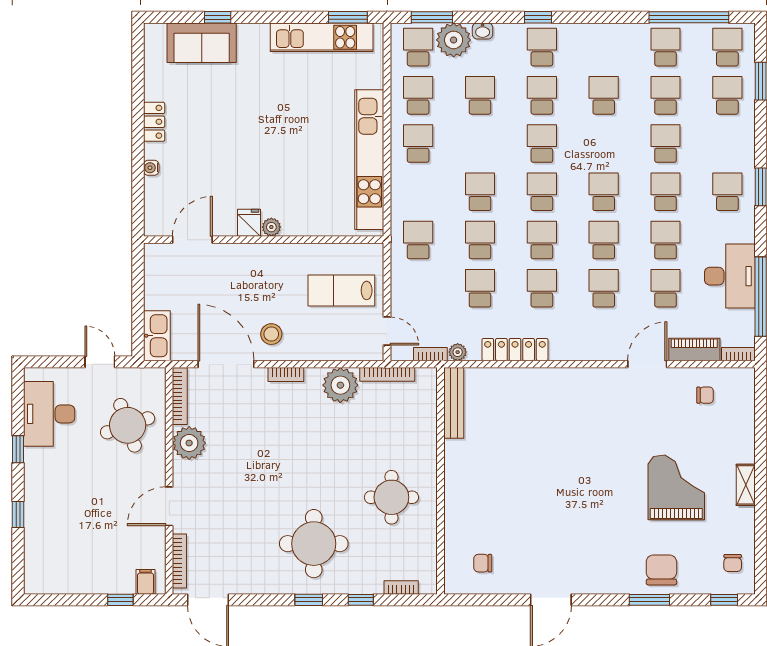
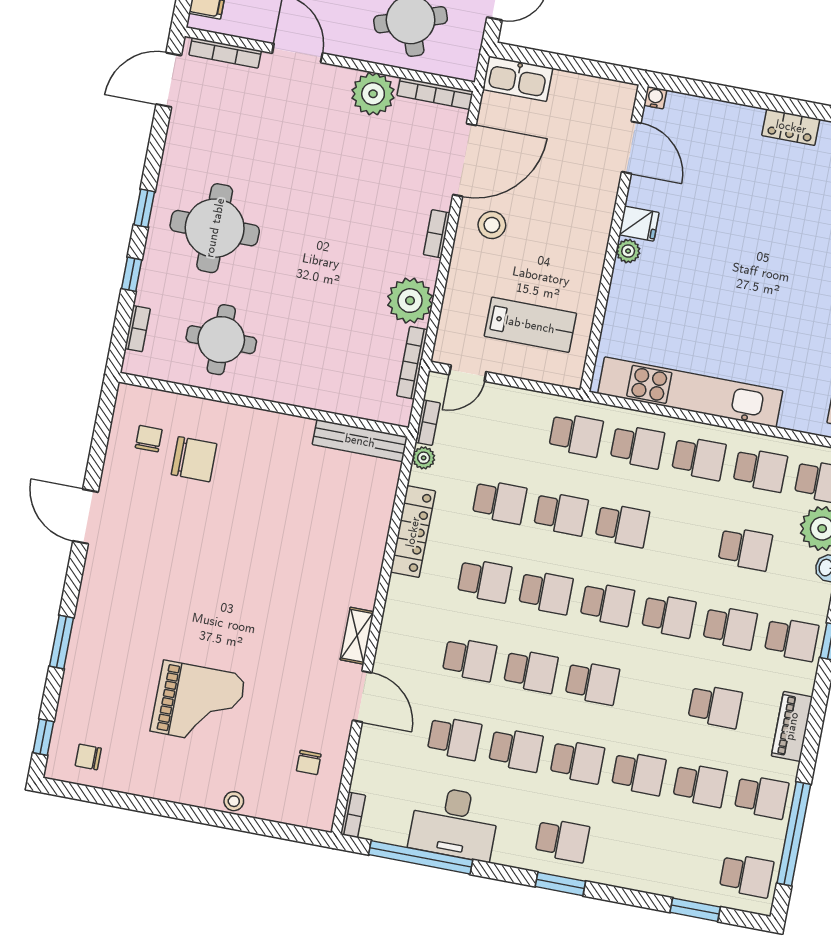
school desk: (727, 95) -> (637, 447), moved
water cooler: (151, 168) -> (655, 98), moved
lab bench: (341, 290) -> (530, 325), turned 90
piano: (694, 349) -> (792, 726), moved, turned 180
stool: (745, 446) -> (234, 801), added
shelving: (746, 485) -> (357, 636), moved, turned 90
round table: (391, 497) -> (221, 340), moved
chair: (661, 570) -> (194, 459), moved

